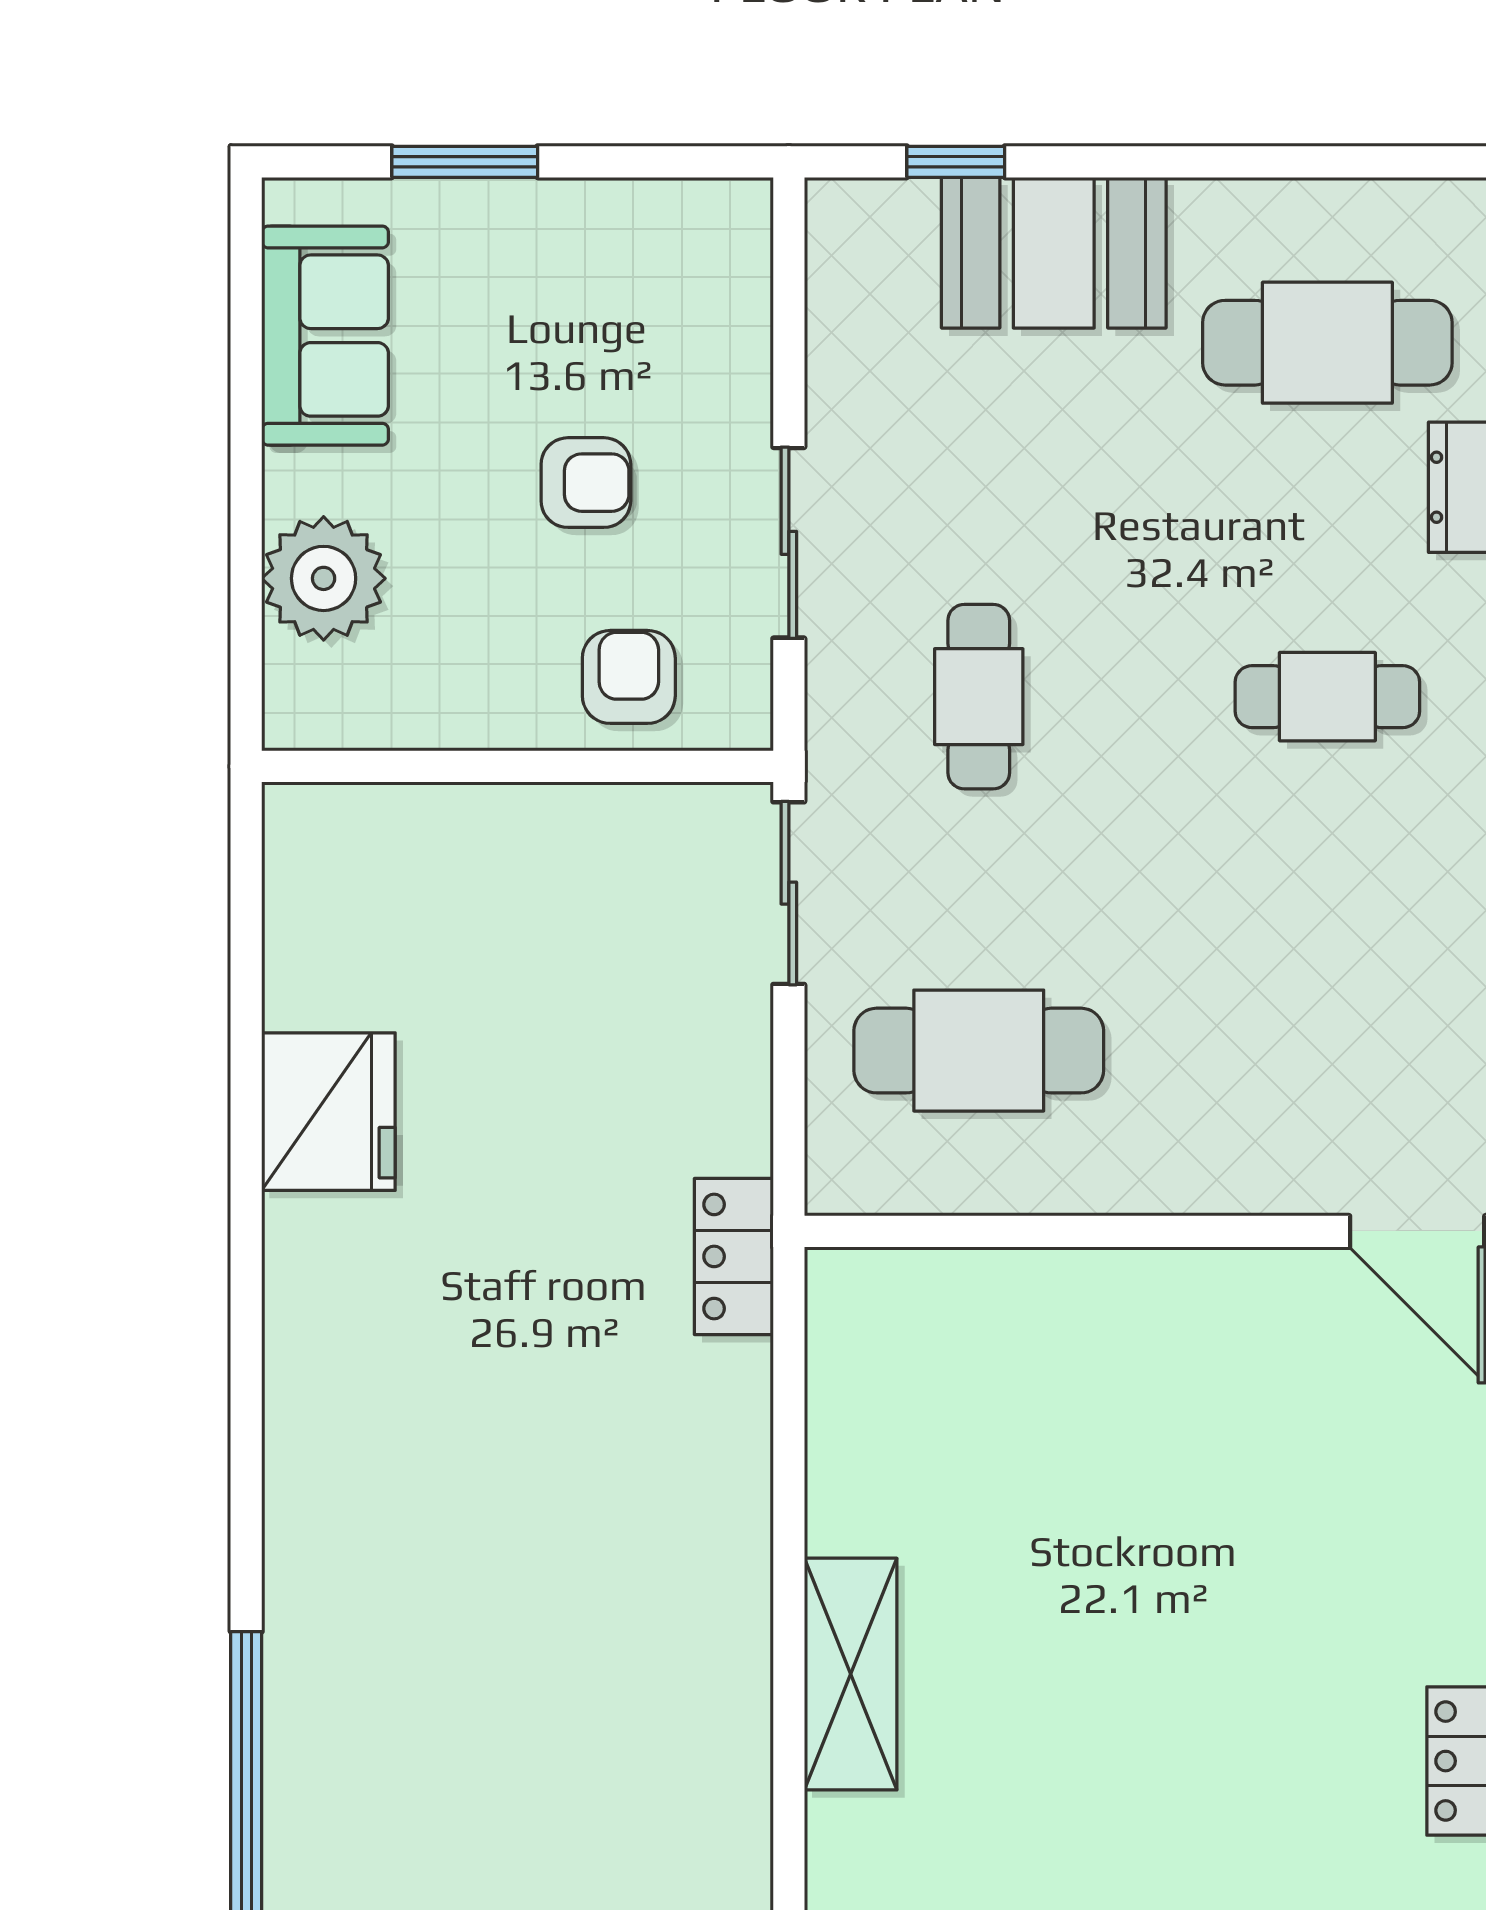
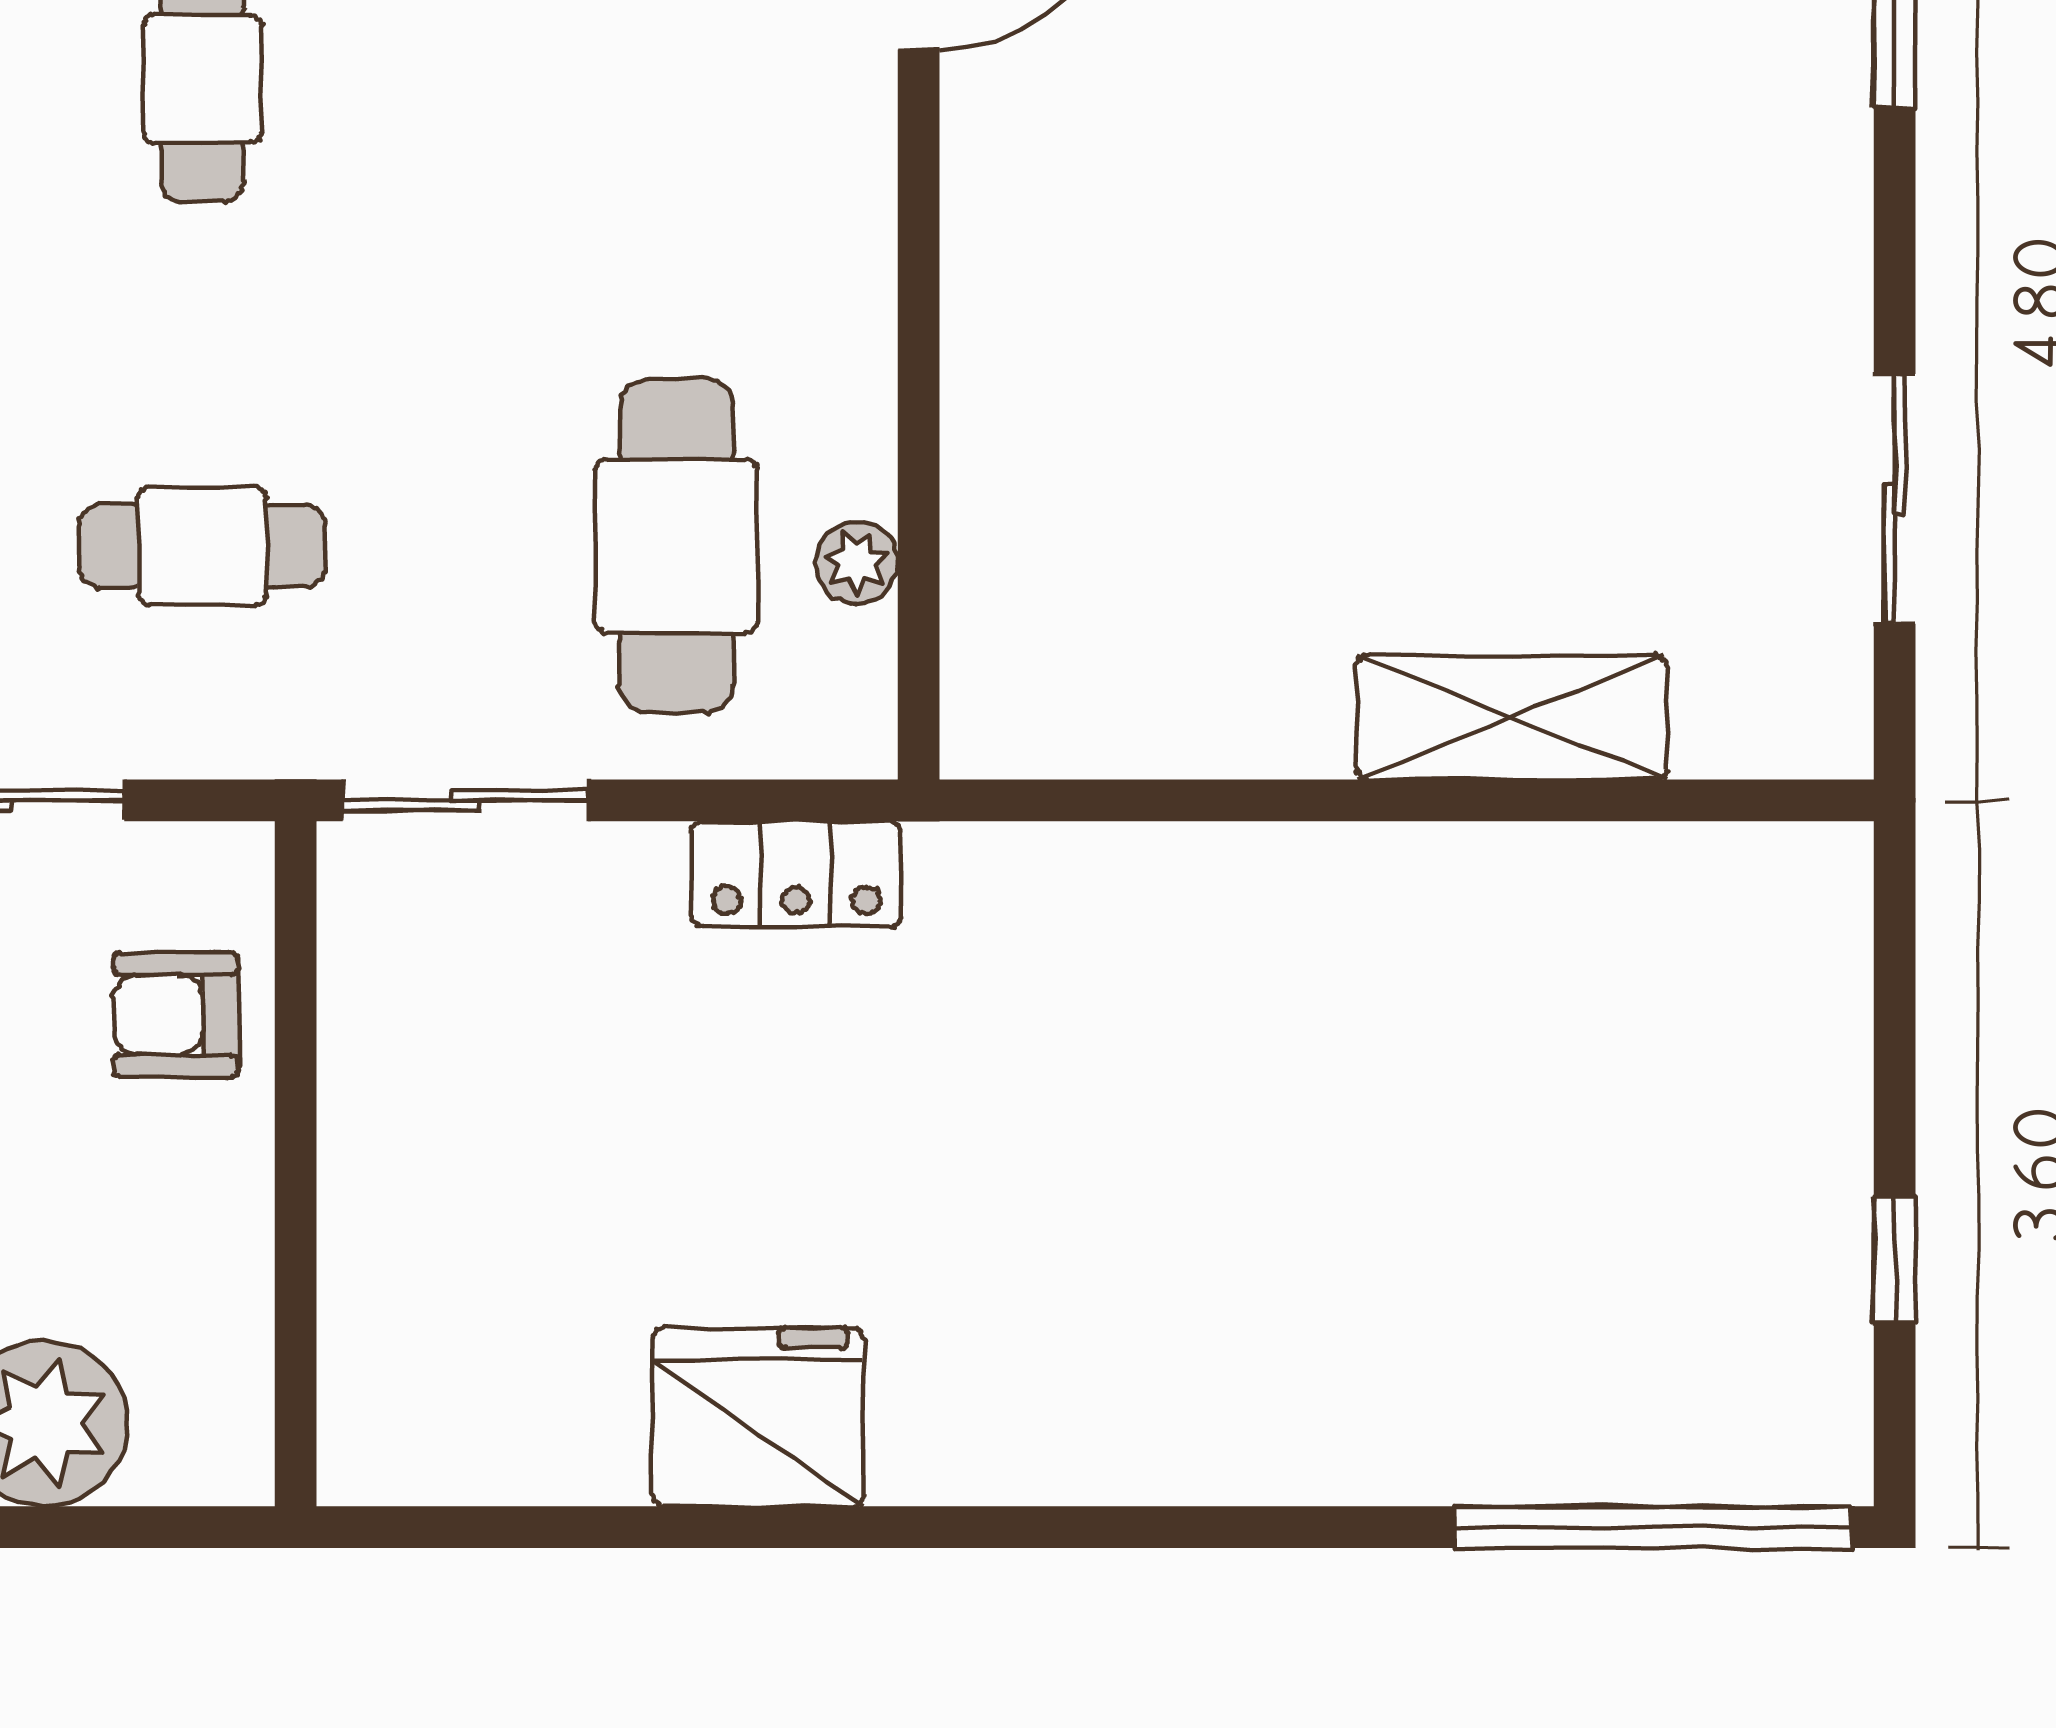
plant: (966, 1185) -> (857, 562), added
locker: (734, 1256) -> (796, 874), moved

